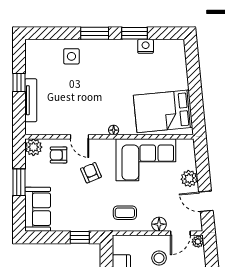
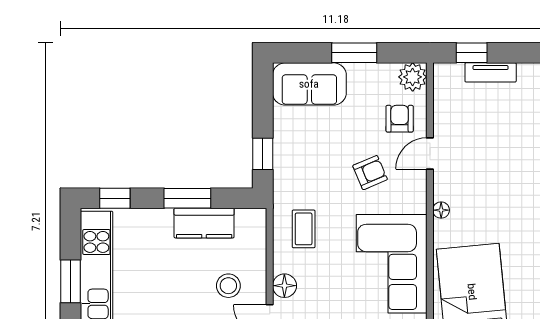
window: (19, 83) -> (472, 53), moved
tv unit: (31, 100) -> (491, 72), width x0.71

